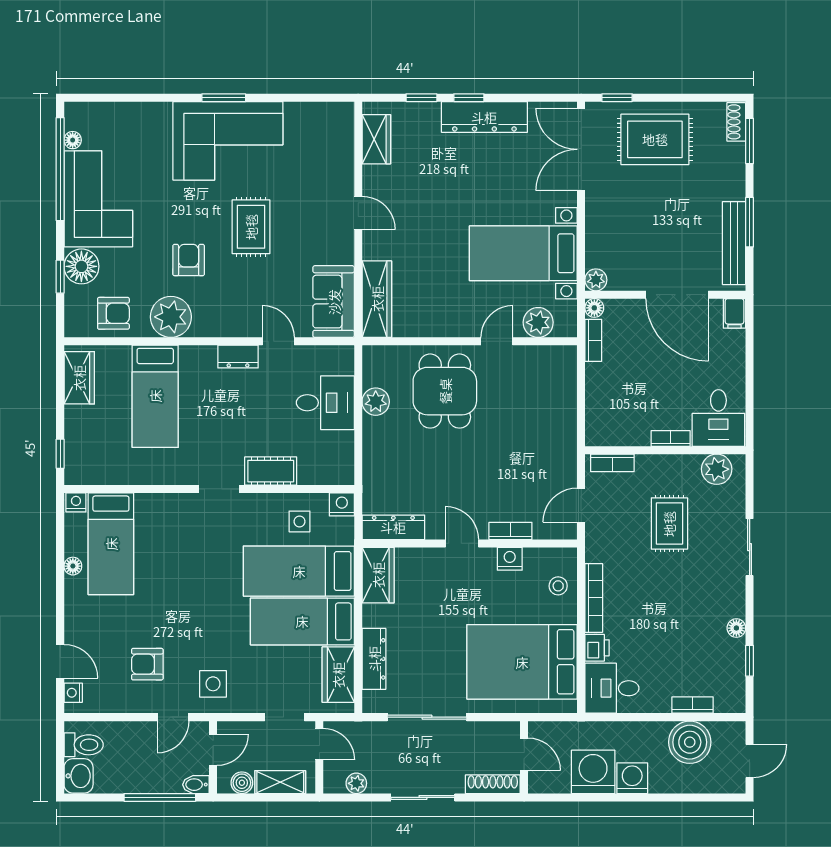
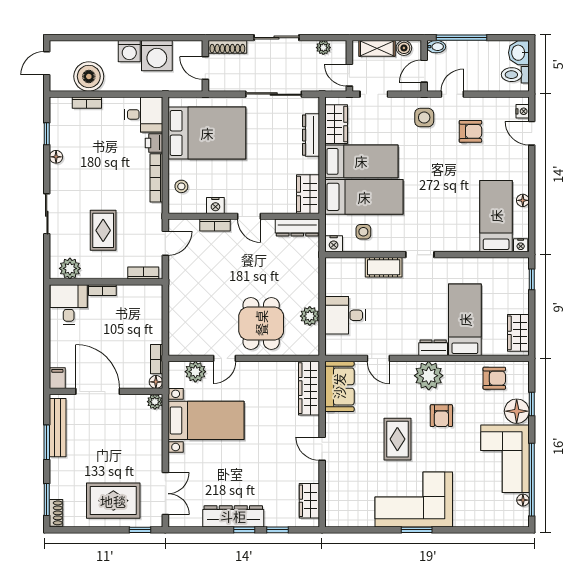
double door: (581, 149) -> (165, 494), width x0.73
armchair: (113, 313) -> (494, 378), turned 180
plant: (171, 317) -> (429, 376), moved
dresser: (238, 357) -> (433, 348), moved

